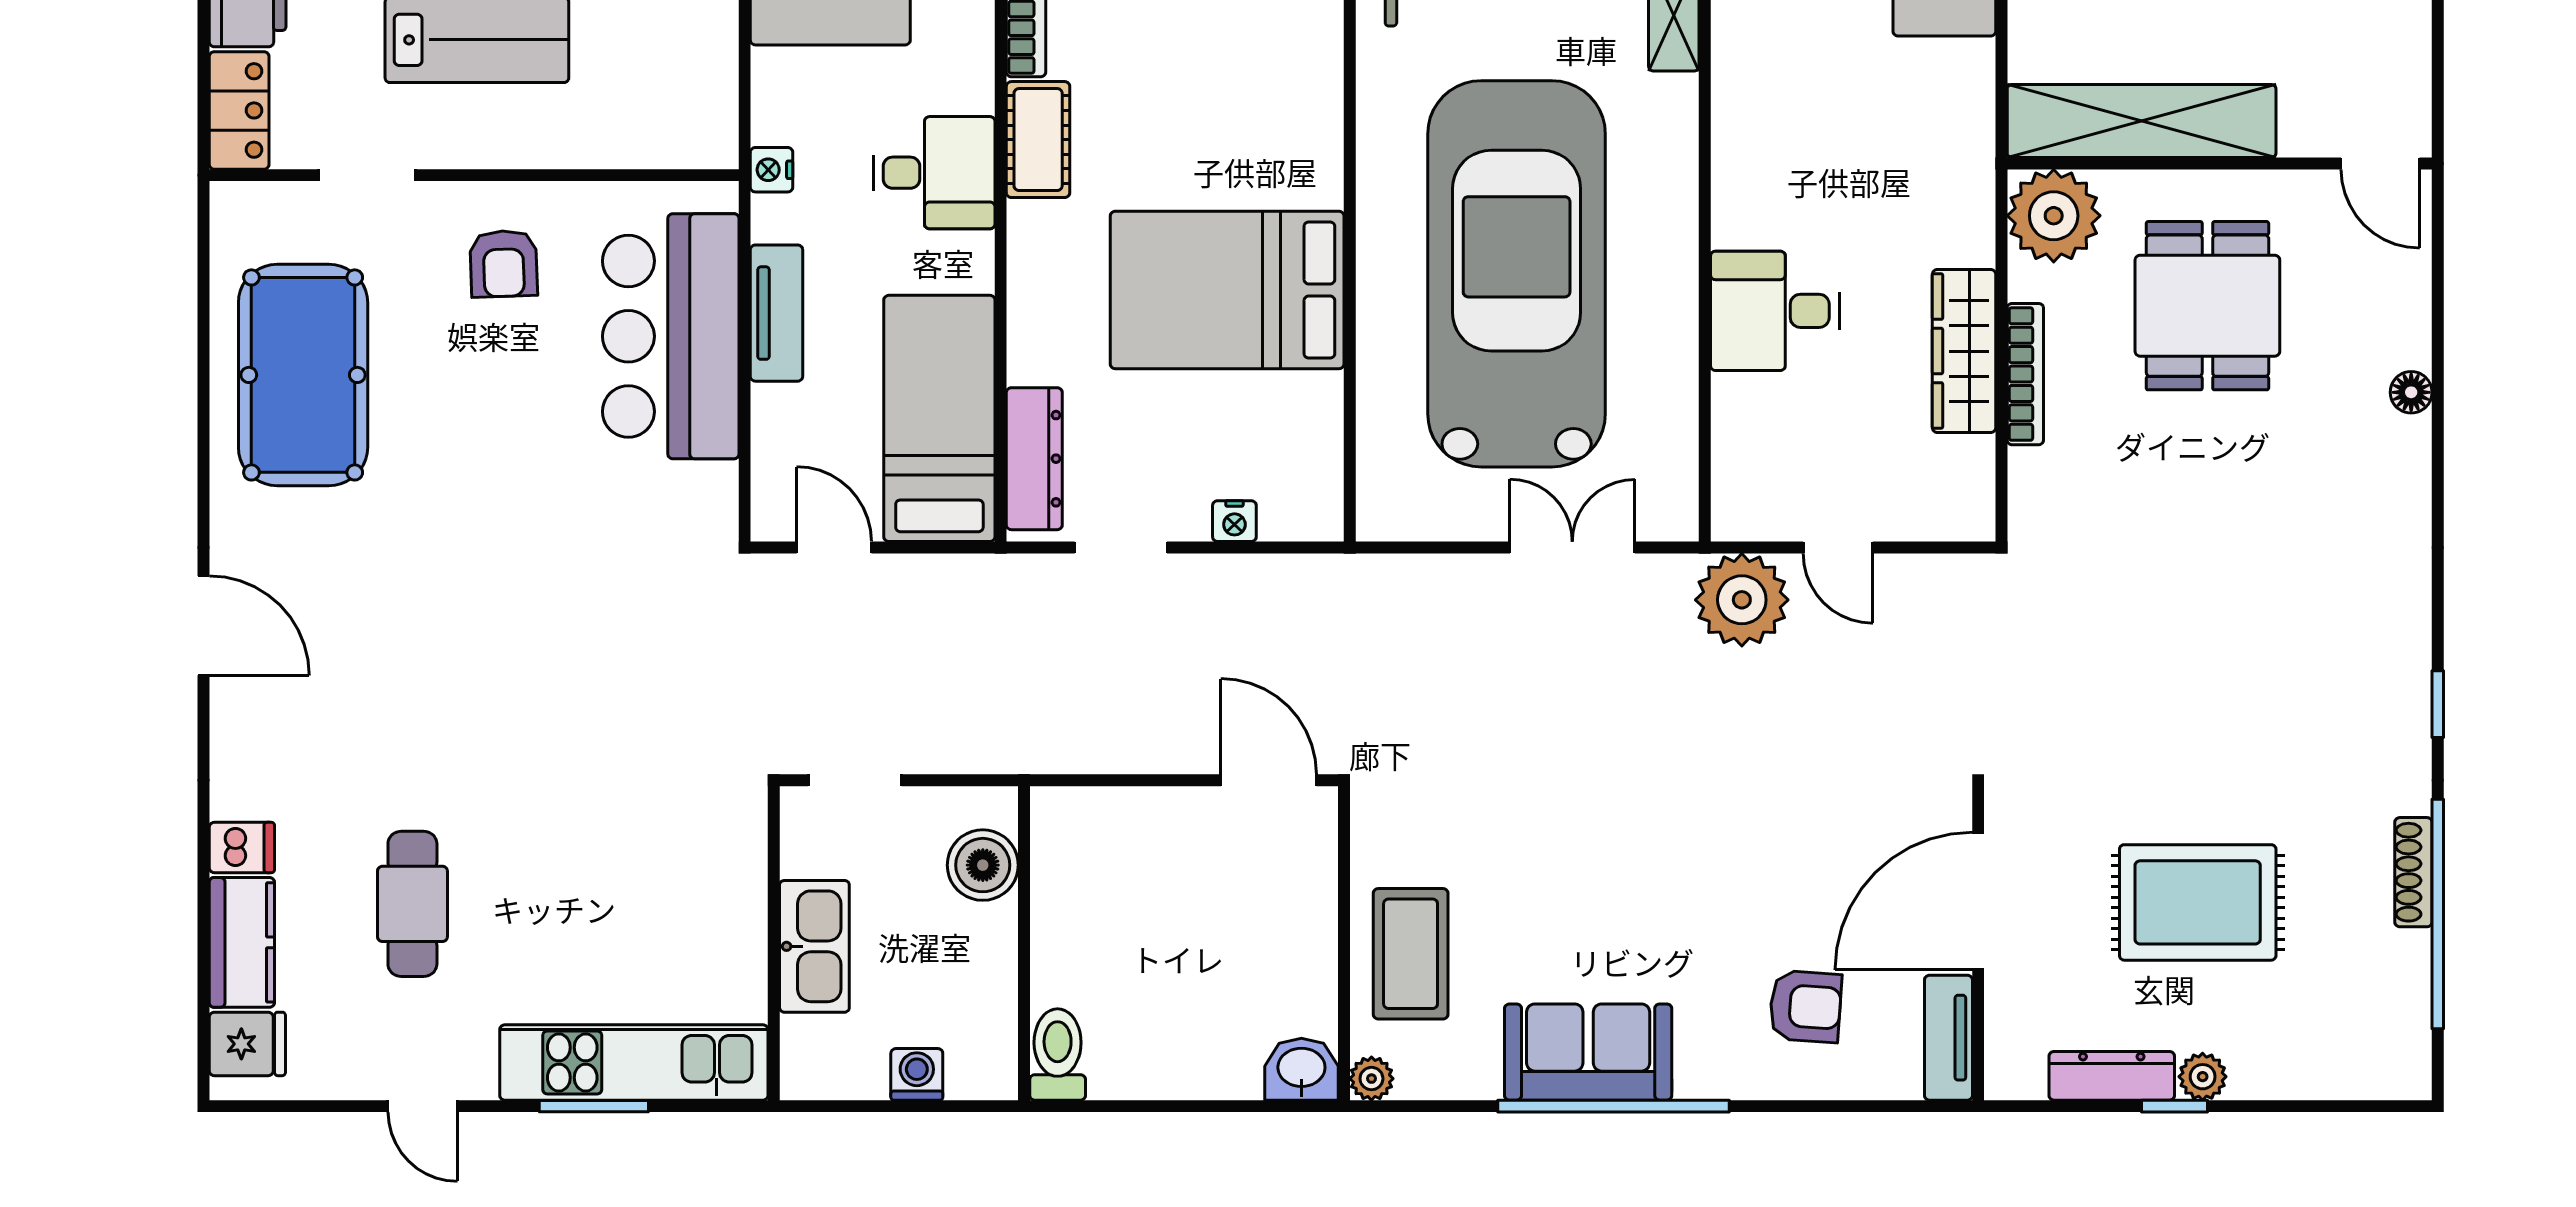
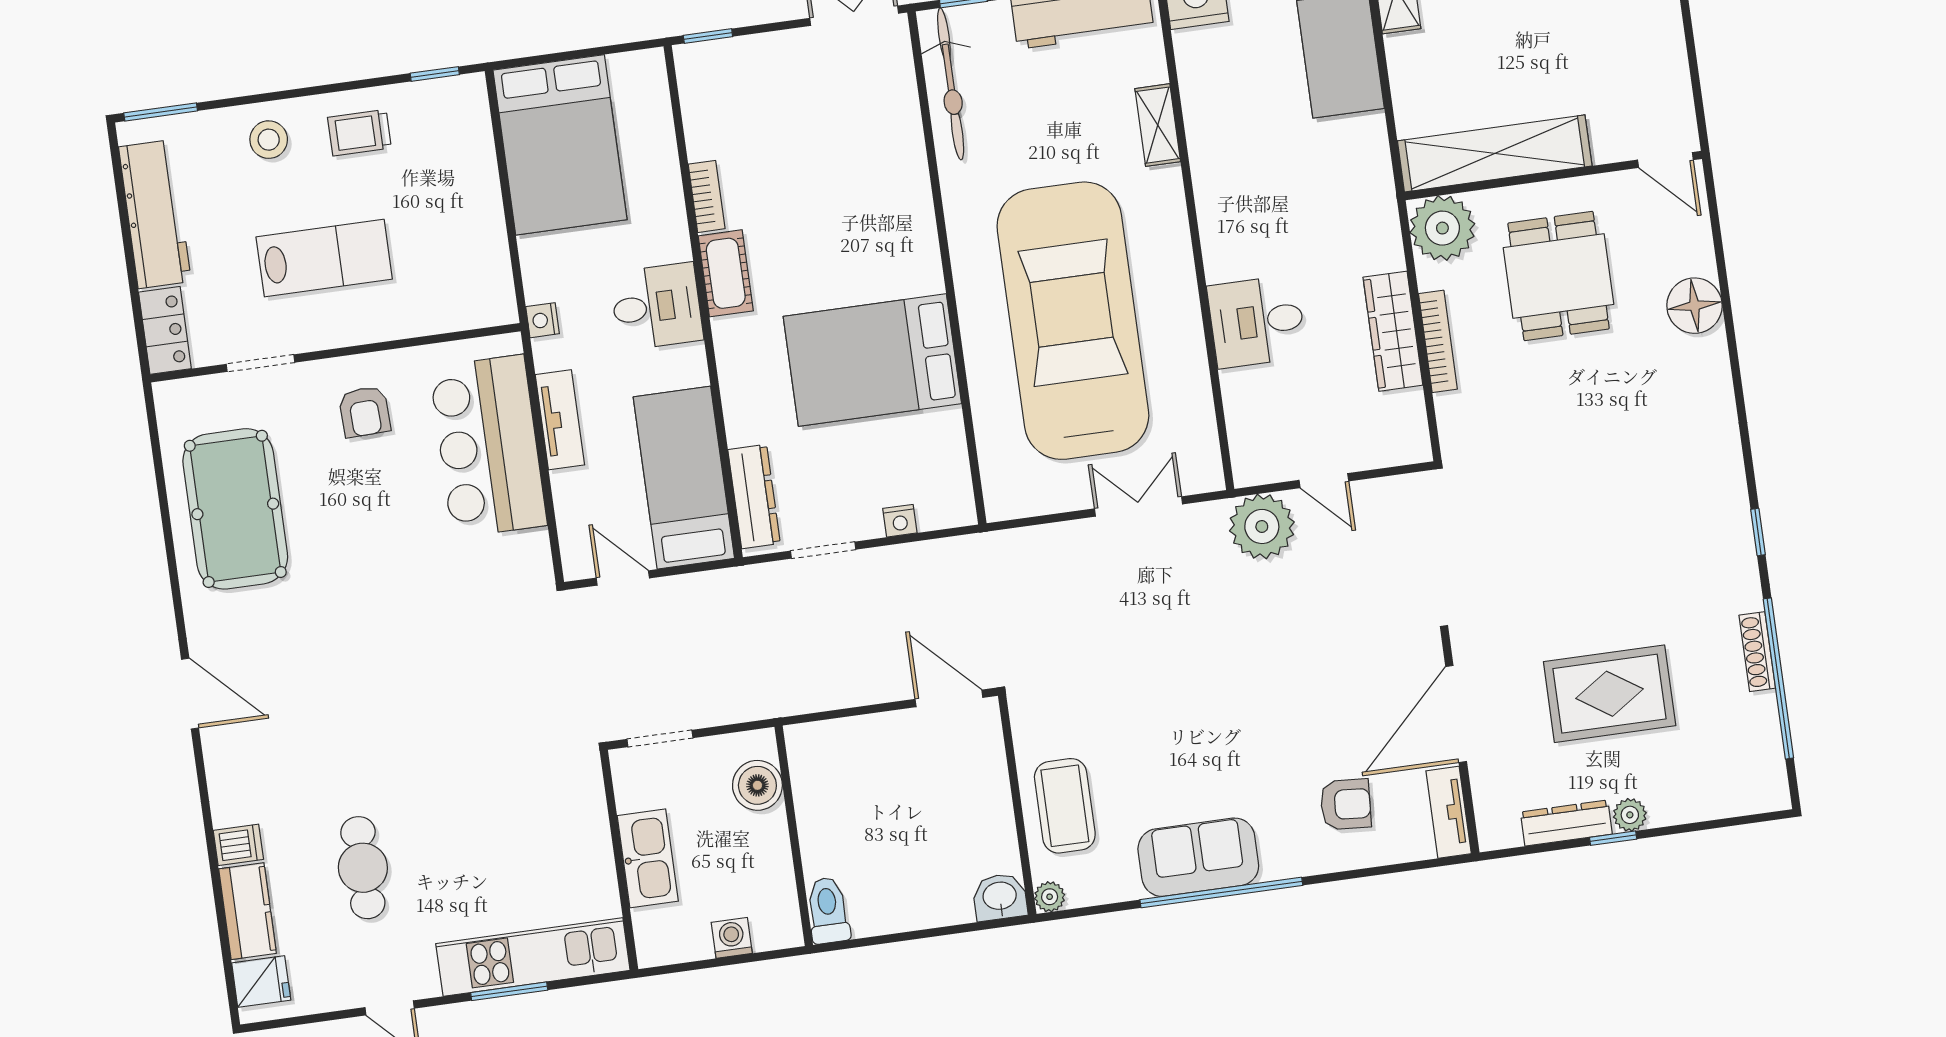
floor lamp: (2411, 392) -> (1694, 306), width x1.89, depth x1.89

